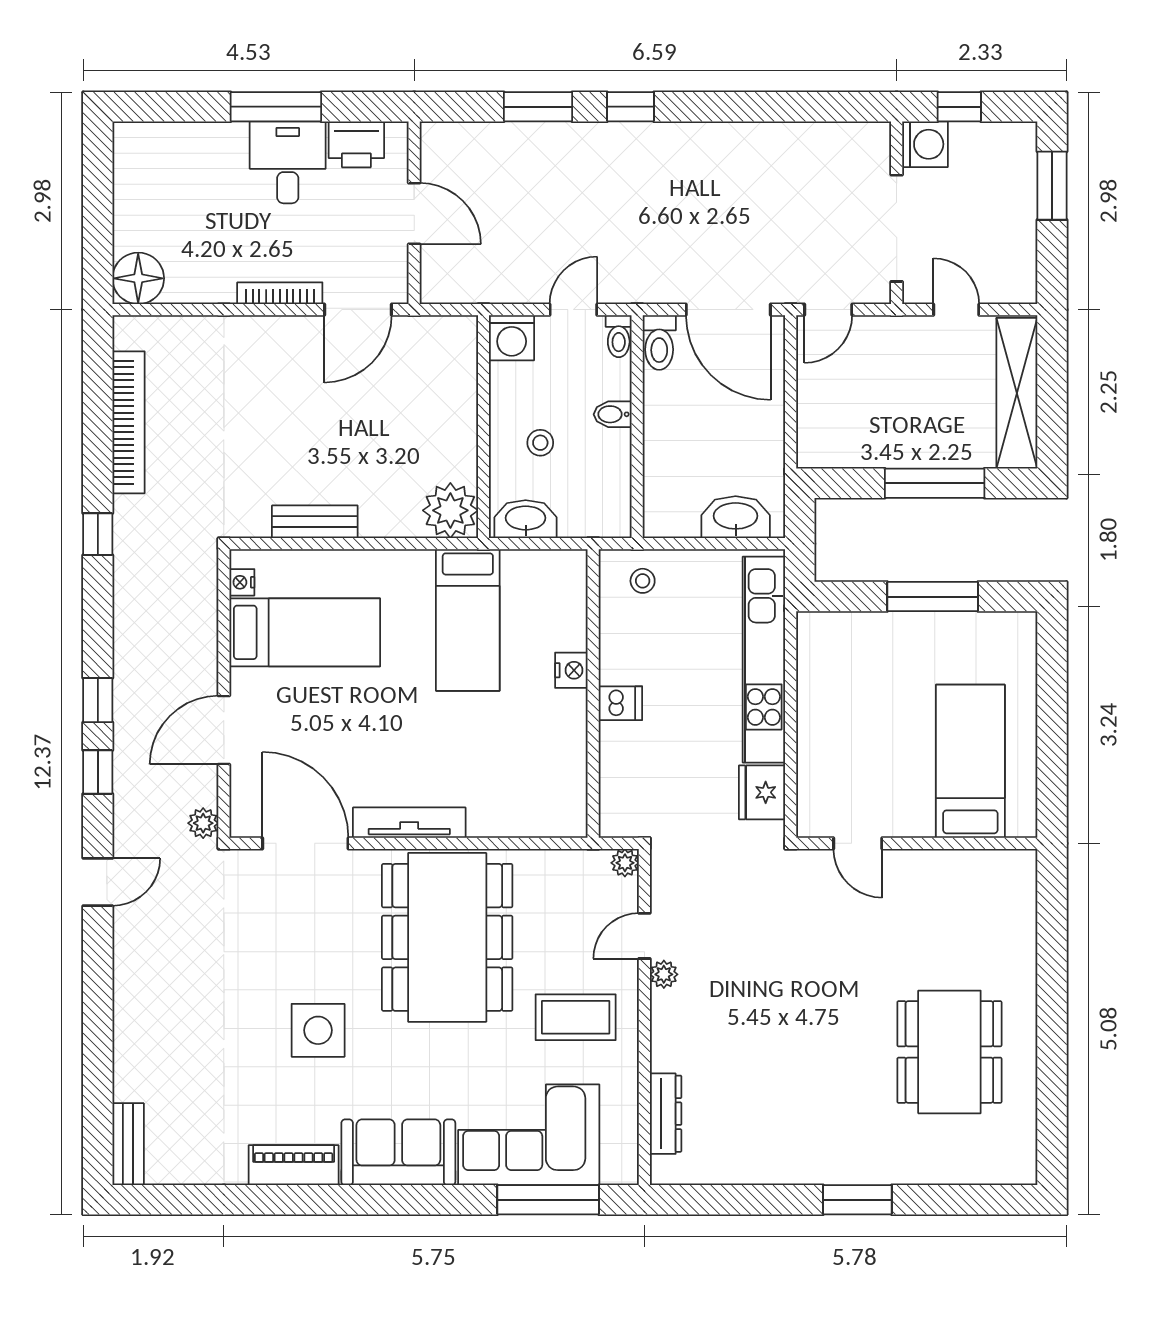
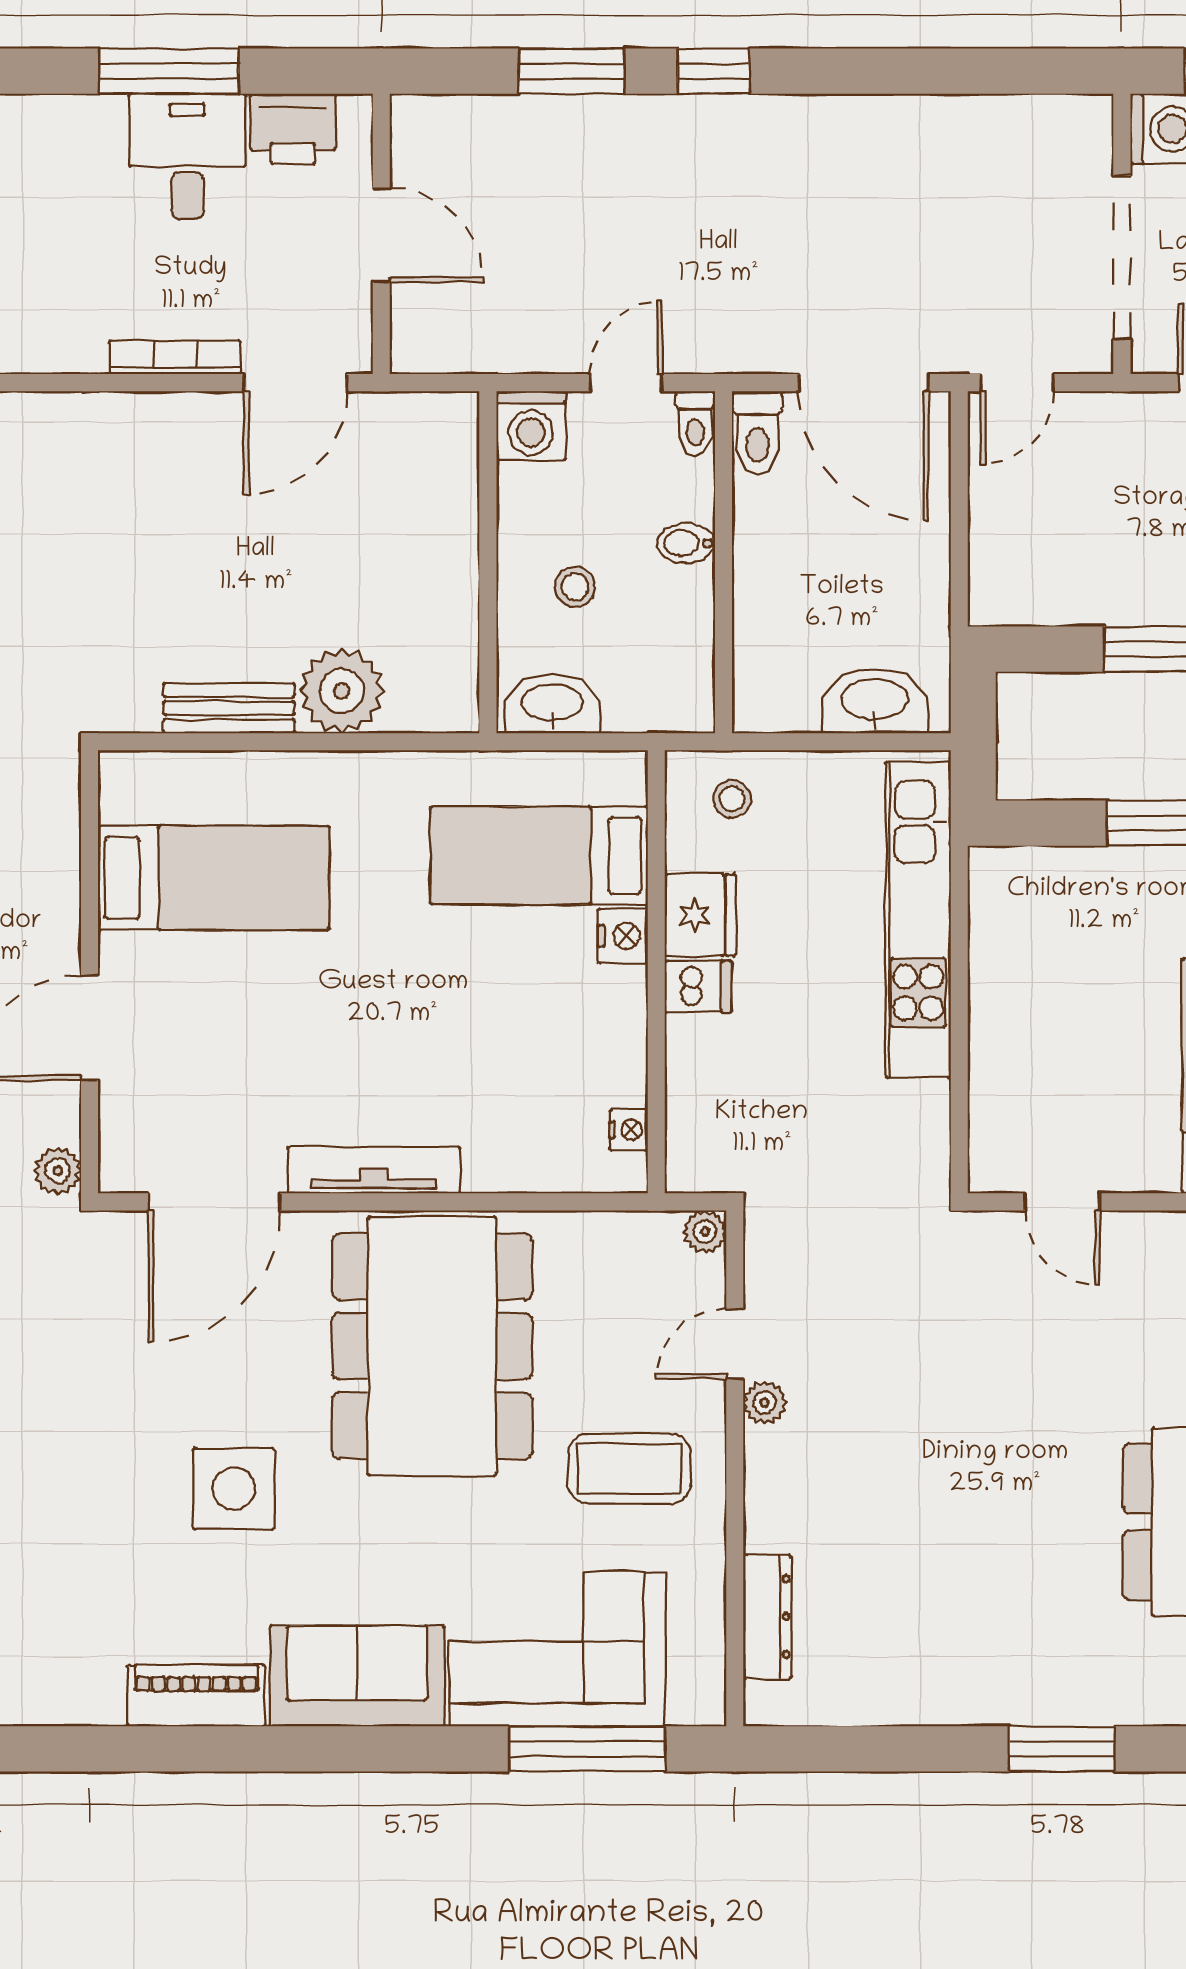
plant: (450, 510) -> (342, 691), moved
nightstand: (242, 582) -> (629, 1130), moved, turned 180
bed: (468, 620) -> (539, 855), moved, turned 90
fridge: (762, 792) -> (700, 915), moved, turned 180
door: (305, 843) -> (214, 1202), swing flipped

